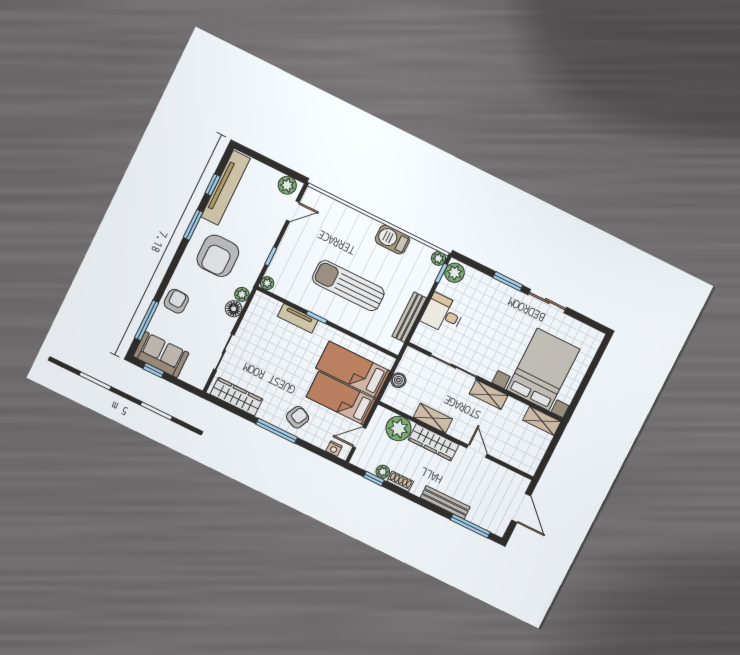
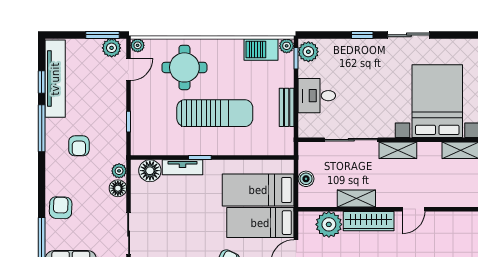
window: (285, 170) -> (102, 35), added
window: (193, 225) -> (42, 128), width x1.44
round table: (342, 233) -> (184, 67), added
barbecue: (392, 239) -> (261, 49), moved
armchair: (218, 256) -> (79, 146), width x0.53, depth x0.53
window: (508, 281) -> (362, 35), width x0.67
plant: (267, 283) -> (138, 45), moved
sun lounger: (348, 286) -> (215, 113), turned 180
floor lamp: (268, 307) -> (150, 171), added
bench: (409, 317) -> (287, 107), width x0.73
door: (477, 451) -> (414, 209), swing flipped

